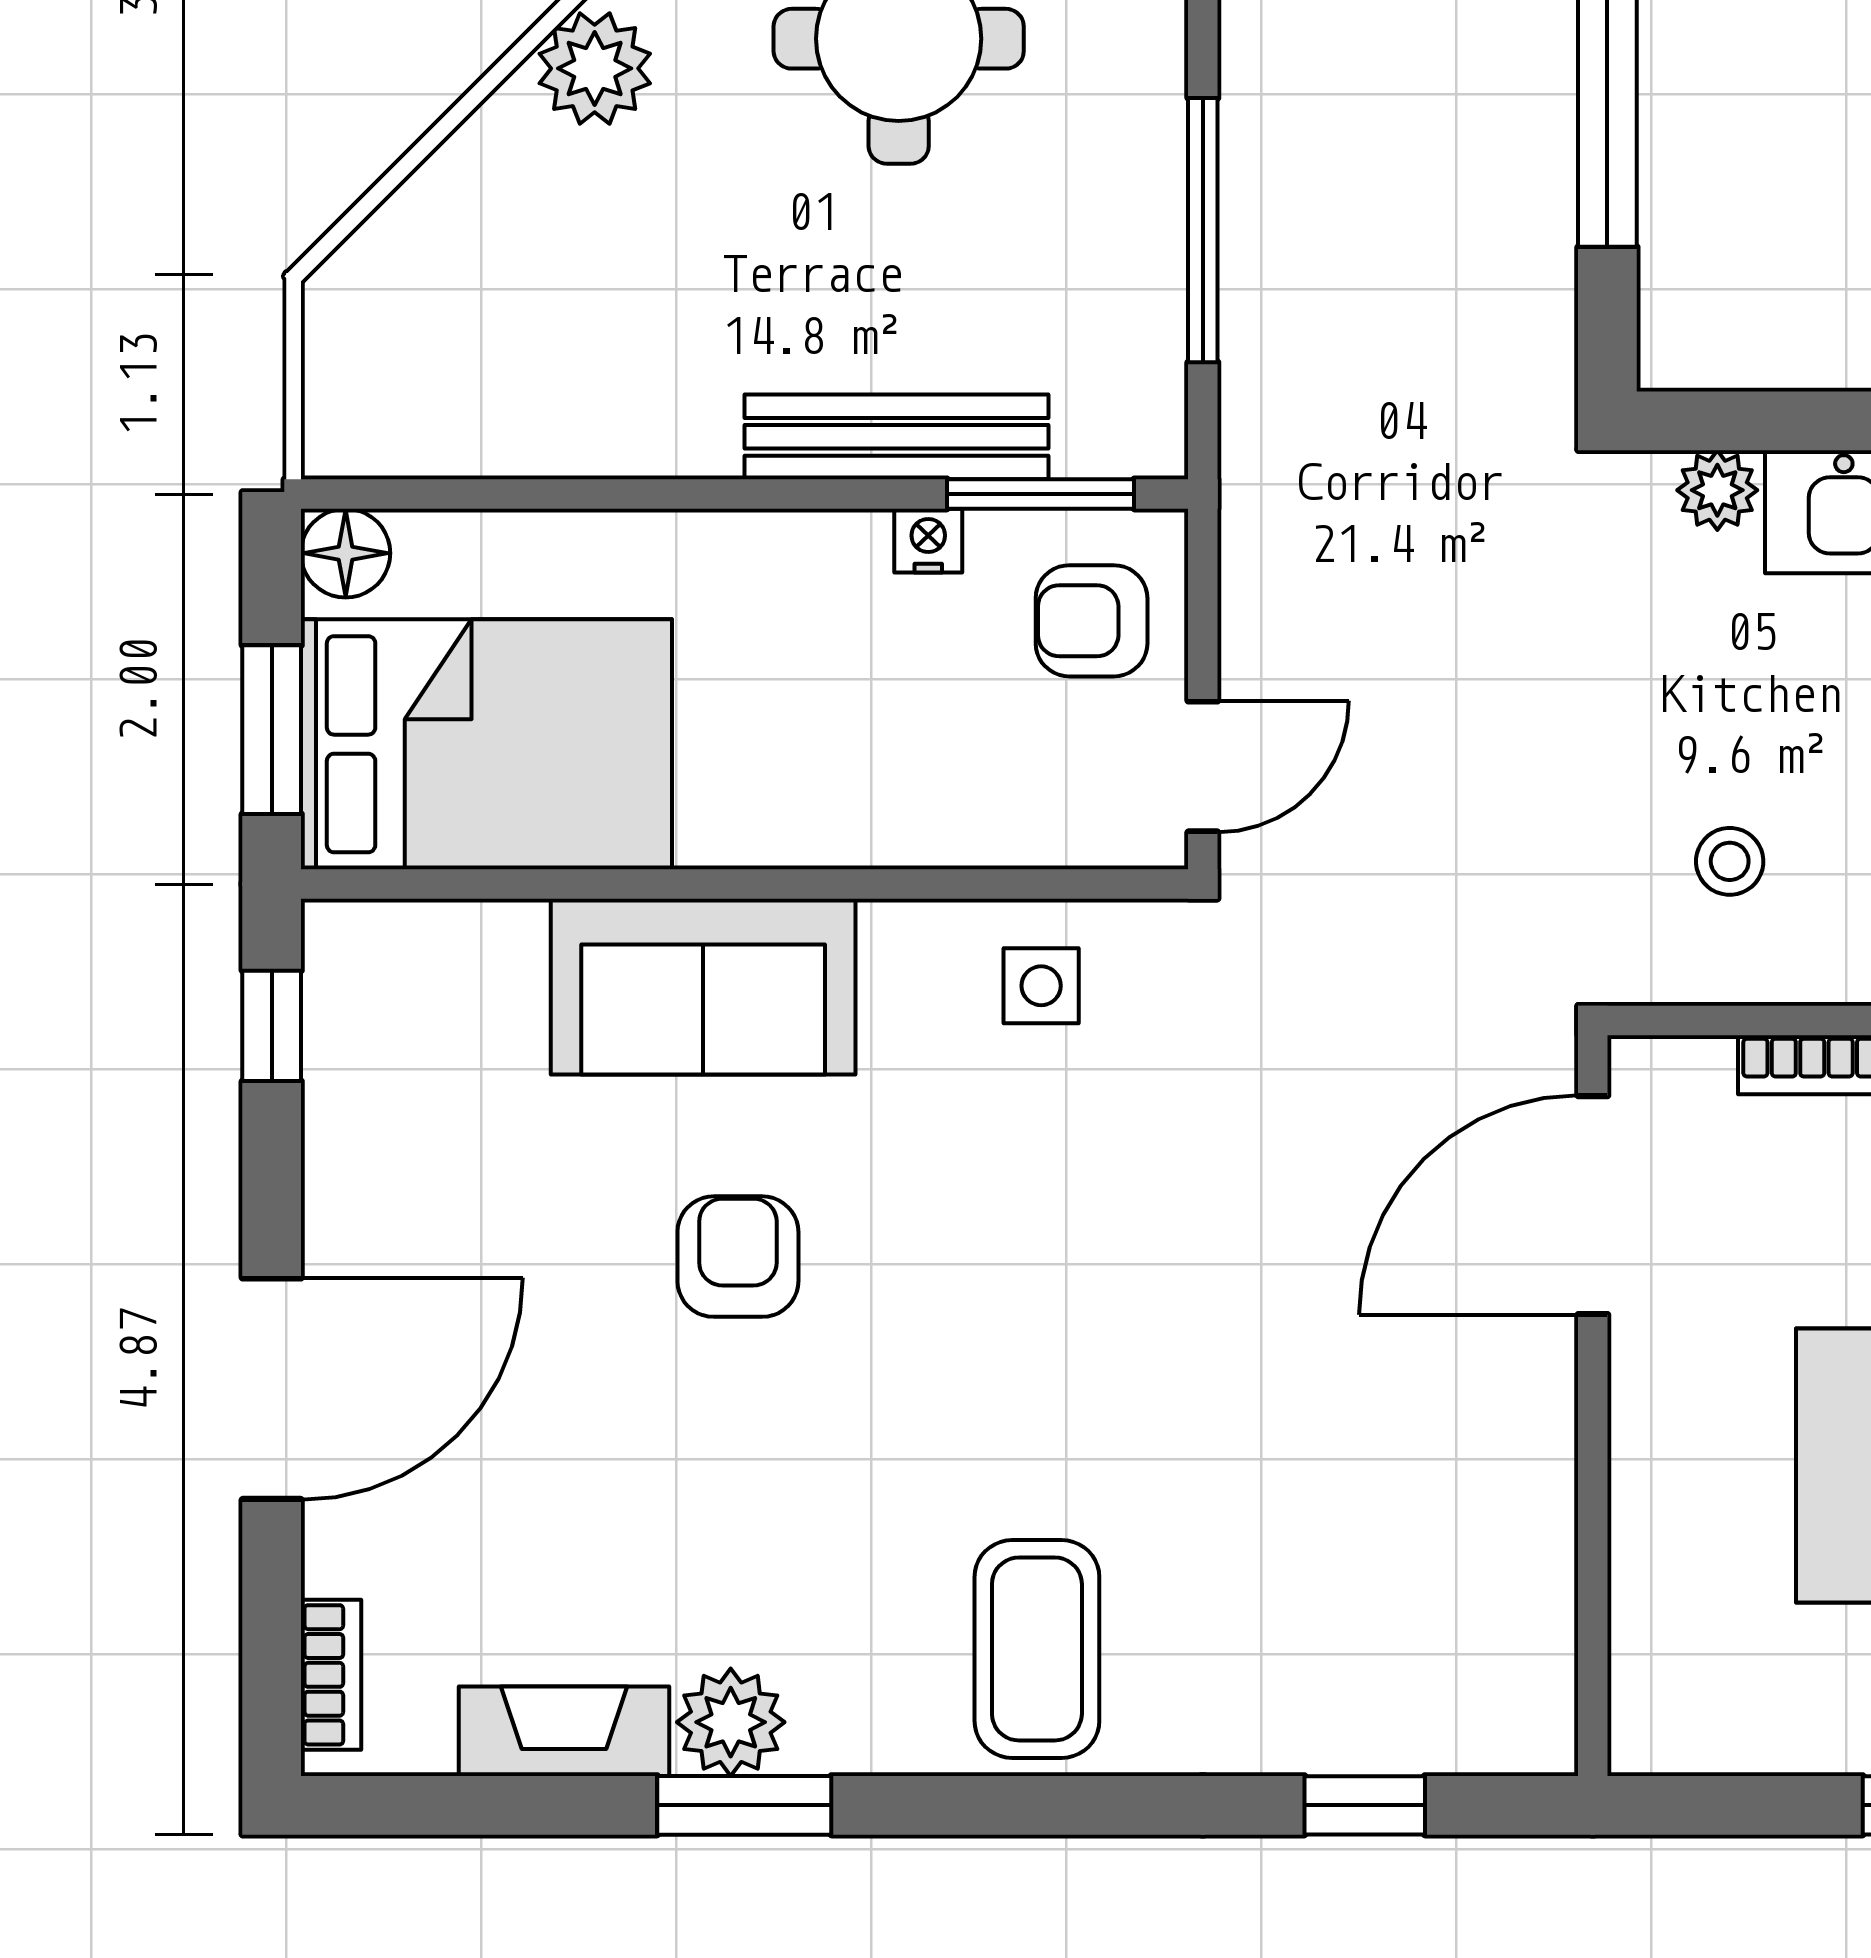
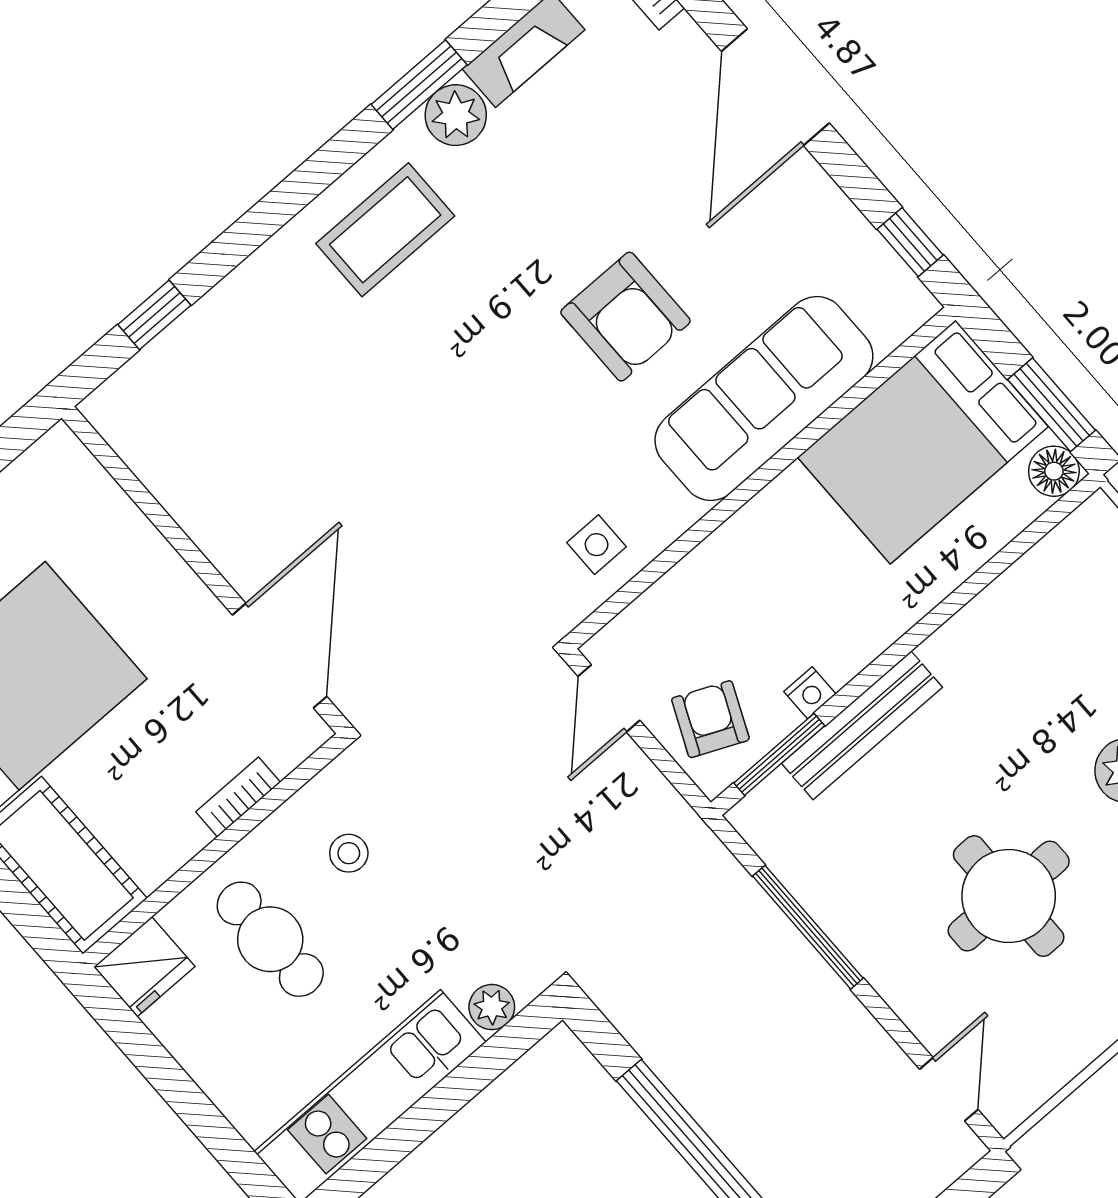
armchair: (1092, 621) -> (710, 719), turned -66
window: (272, 730) -> (1052, 405), moved
sofa: (703, 987) -> (764, 399), width x1.36
armchair: (738, 1257) -> (625, 317), width x1.38, depth x1.38
coffee table: (1037, 1649) -> (385, 230), moved, turned 90

